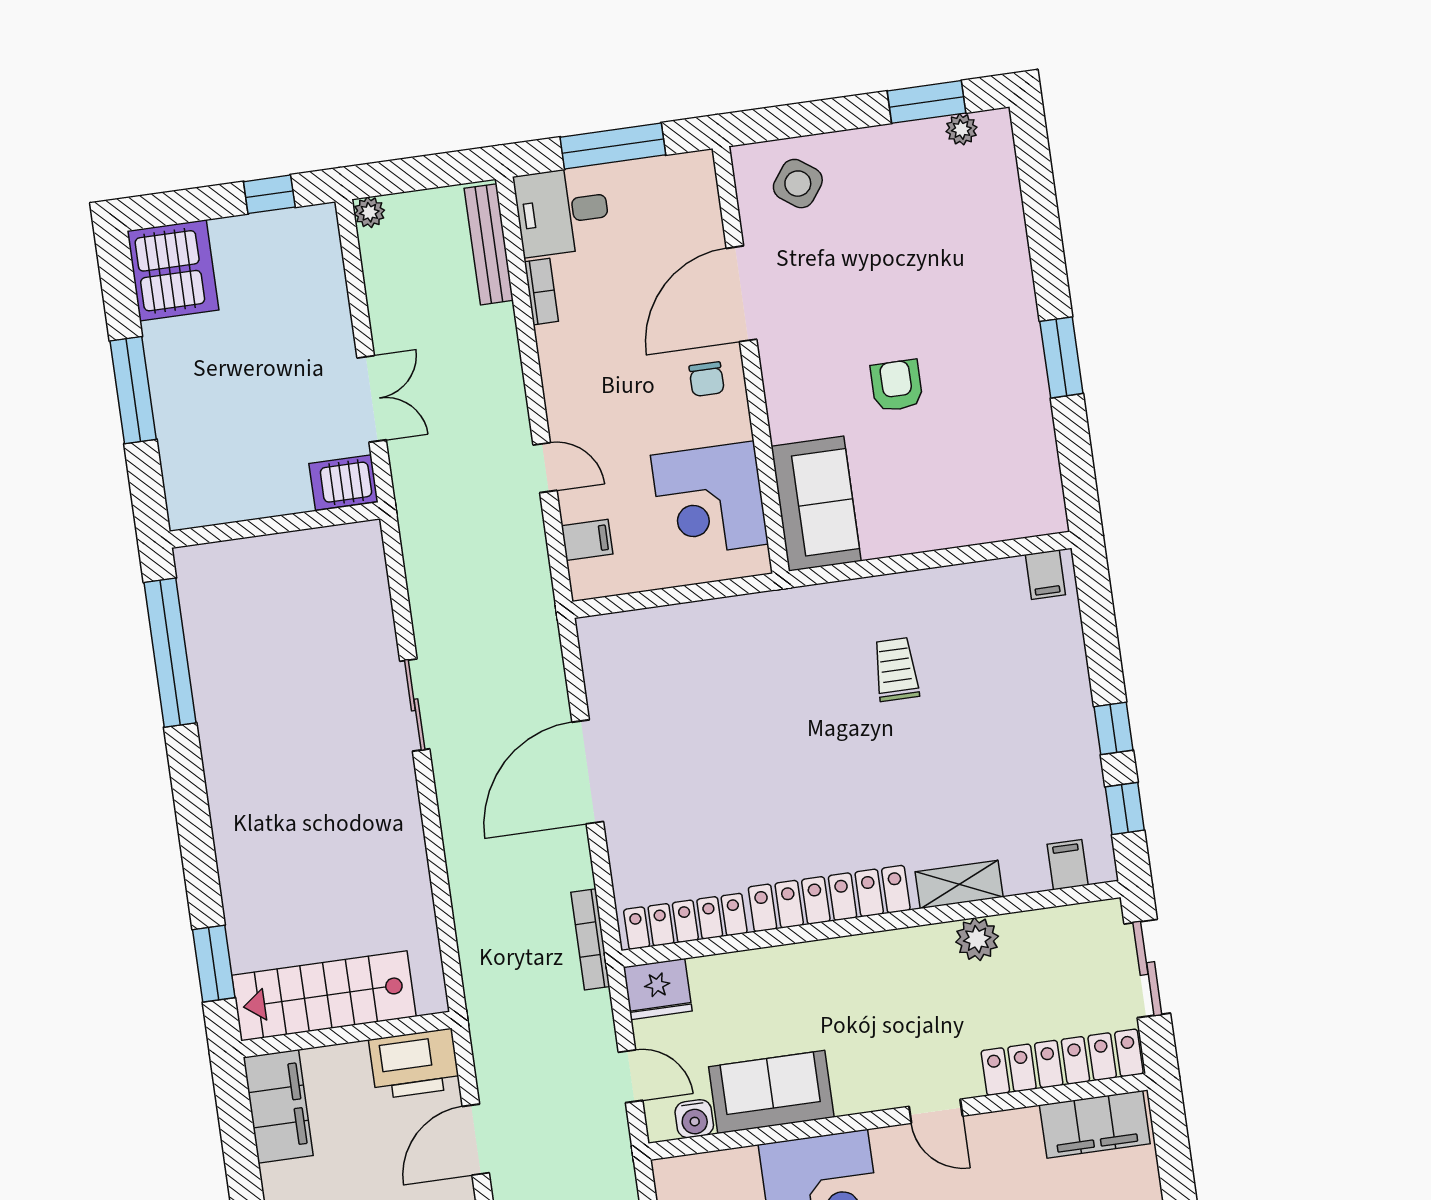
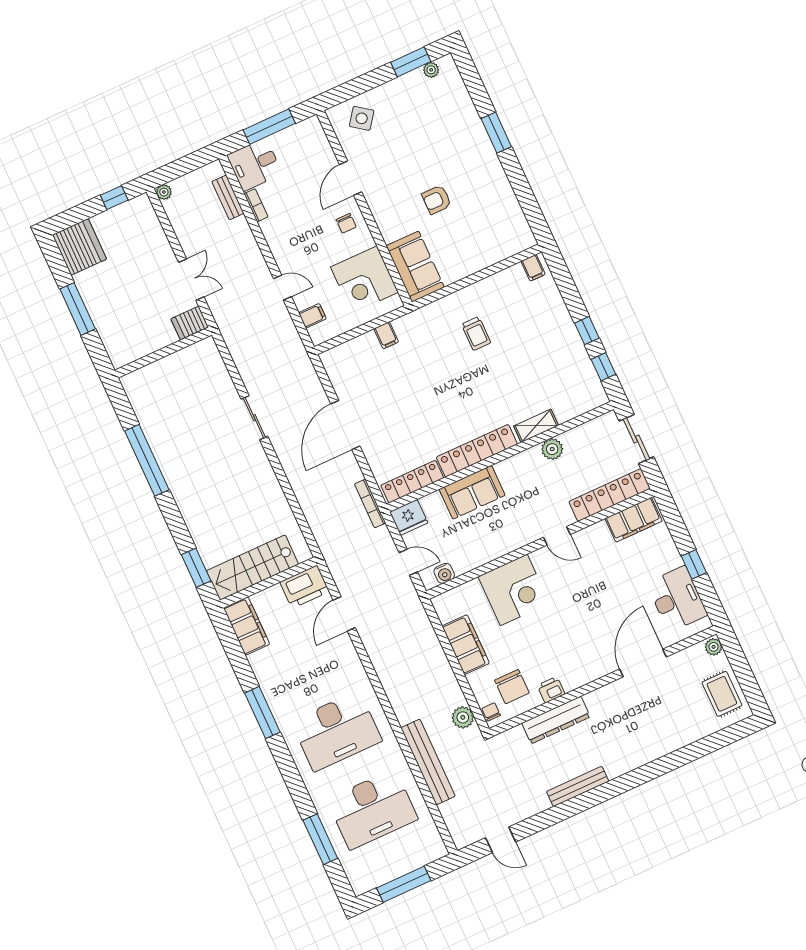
bench: (489, 244) -> (228, 197), width x0.73
door: (742, 294) -> (351, 178), width x0.73
window: (1061, 357) -> (496, 133), moved
armchair: (897, 386) -> (437, 200), turned -90
window: (170, 653) -> (147, 460), moved
trolley: (896, 669) -> (476, 333), turned 180
filing cabinet: (1068, 865) -> (386, 335), moved, turned 180
sofa: (771, 1092) -> (472, 492), moved, turned 180

